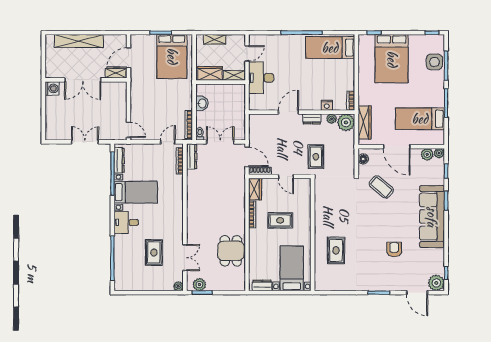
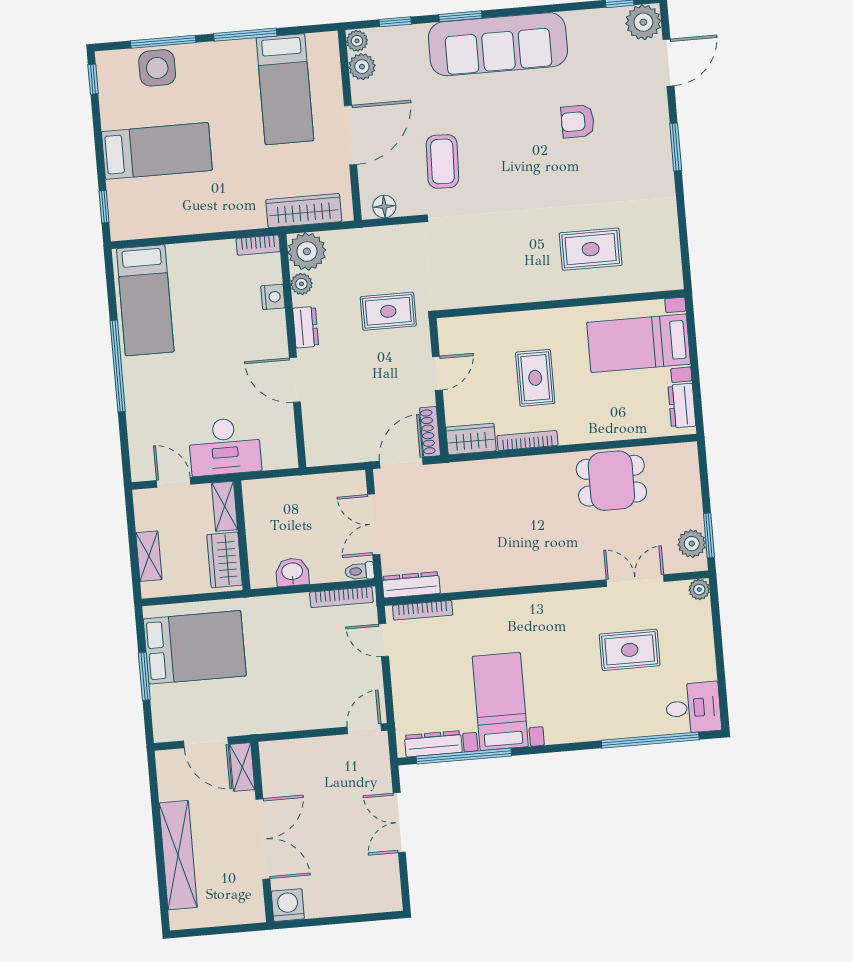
bed: (392, 59) -> (157, 151), width x0.67
coffee table: (381, 187) -> (442, 161), turned -38
desk: (126, 222) -> (693, 708), moved, turned -90

